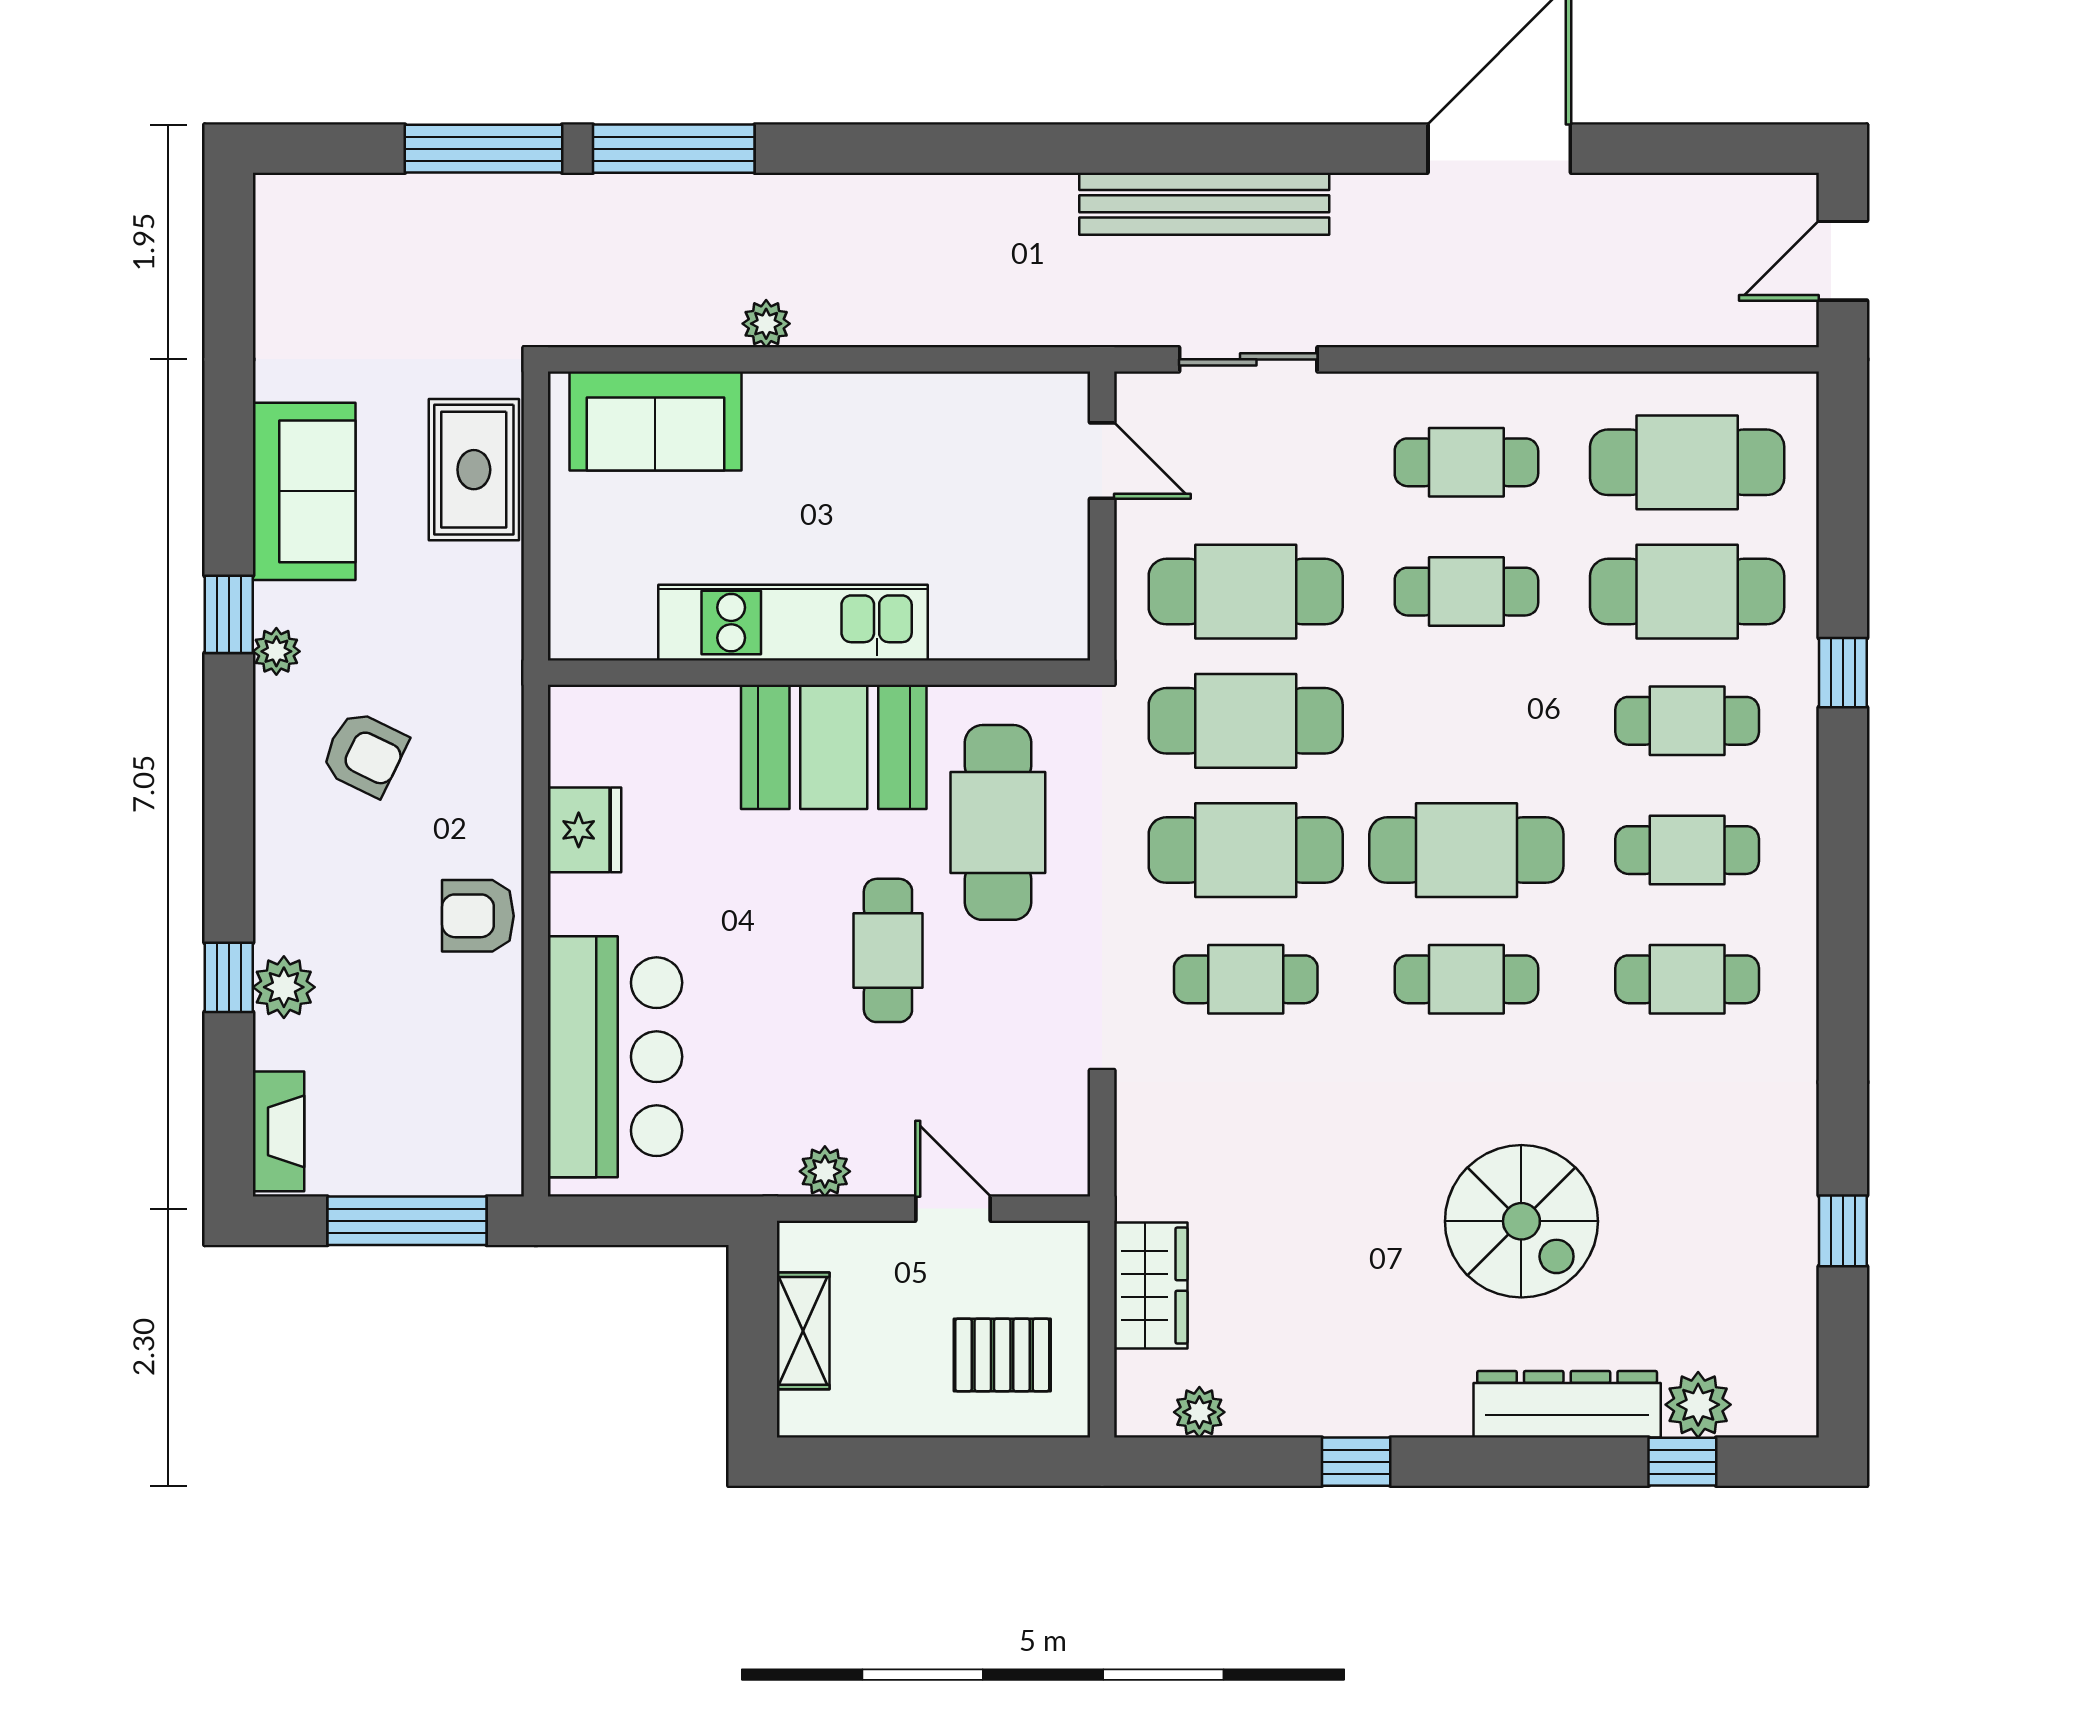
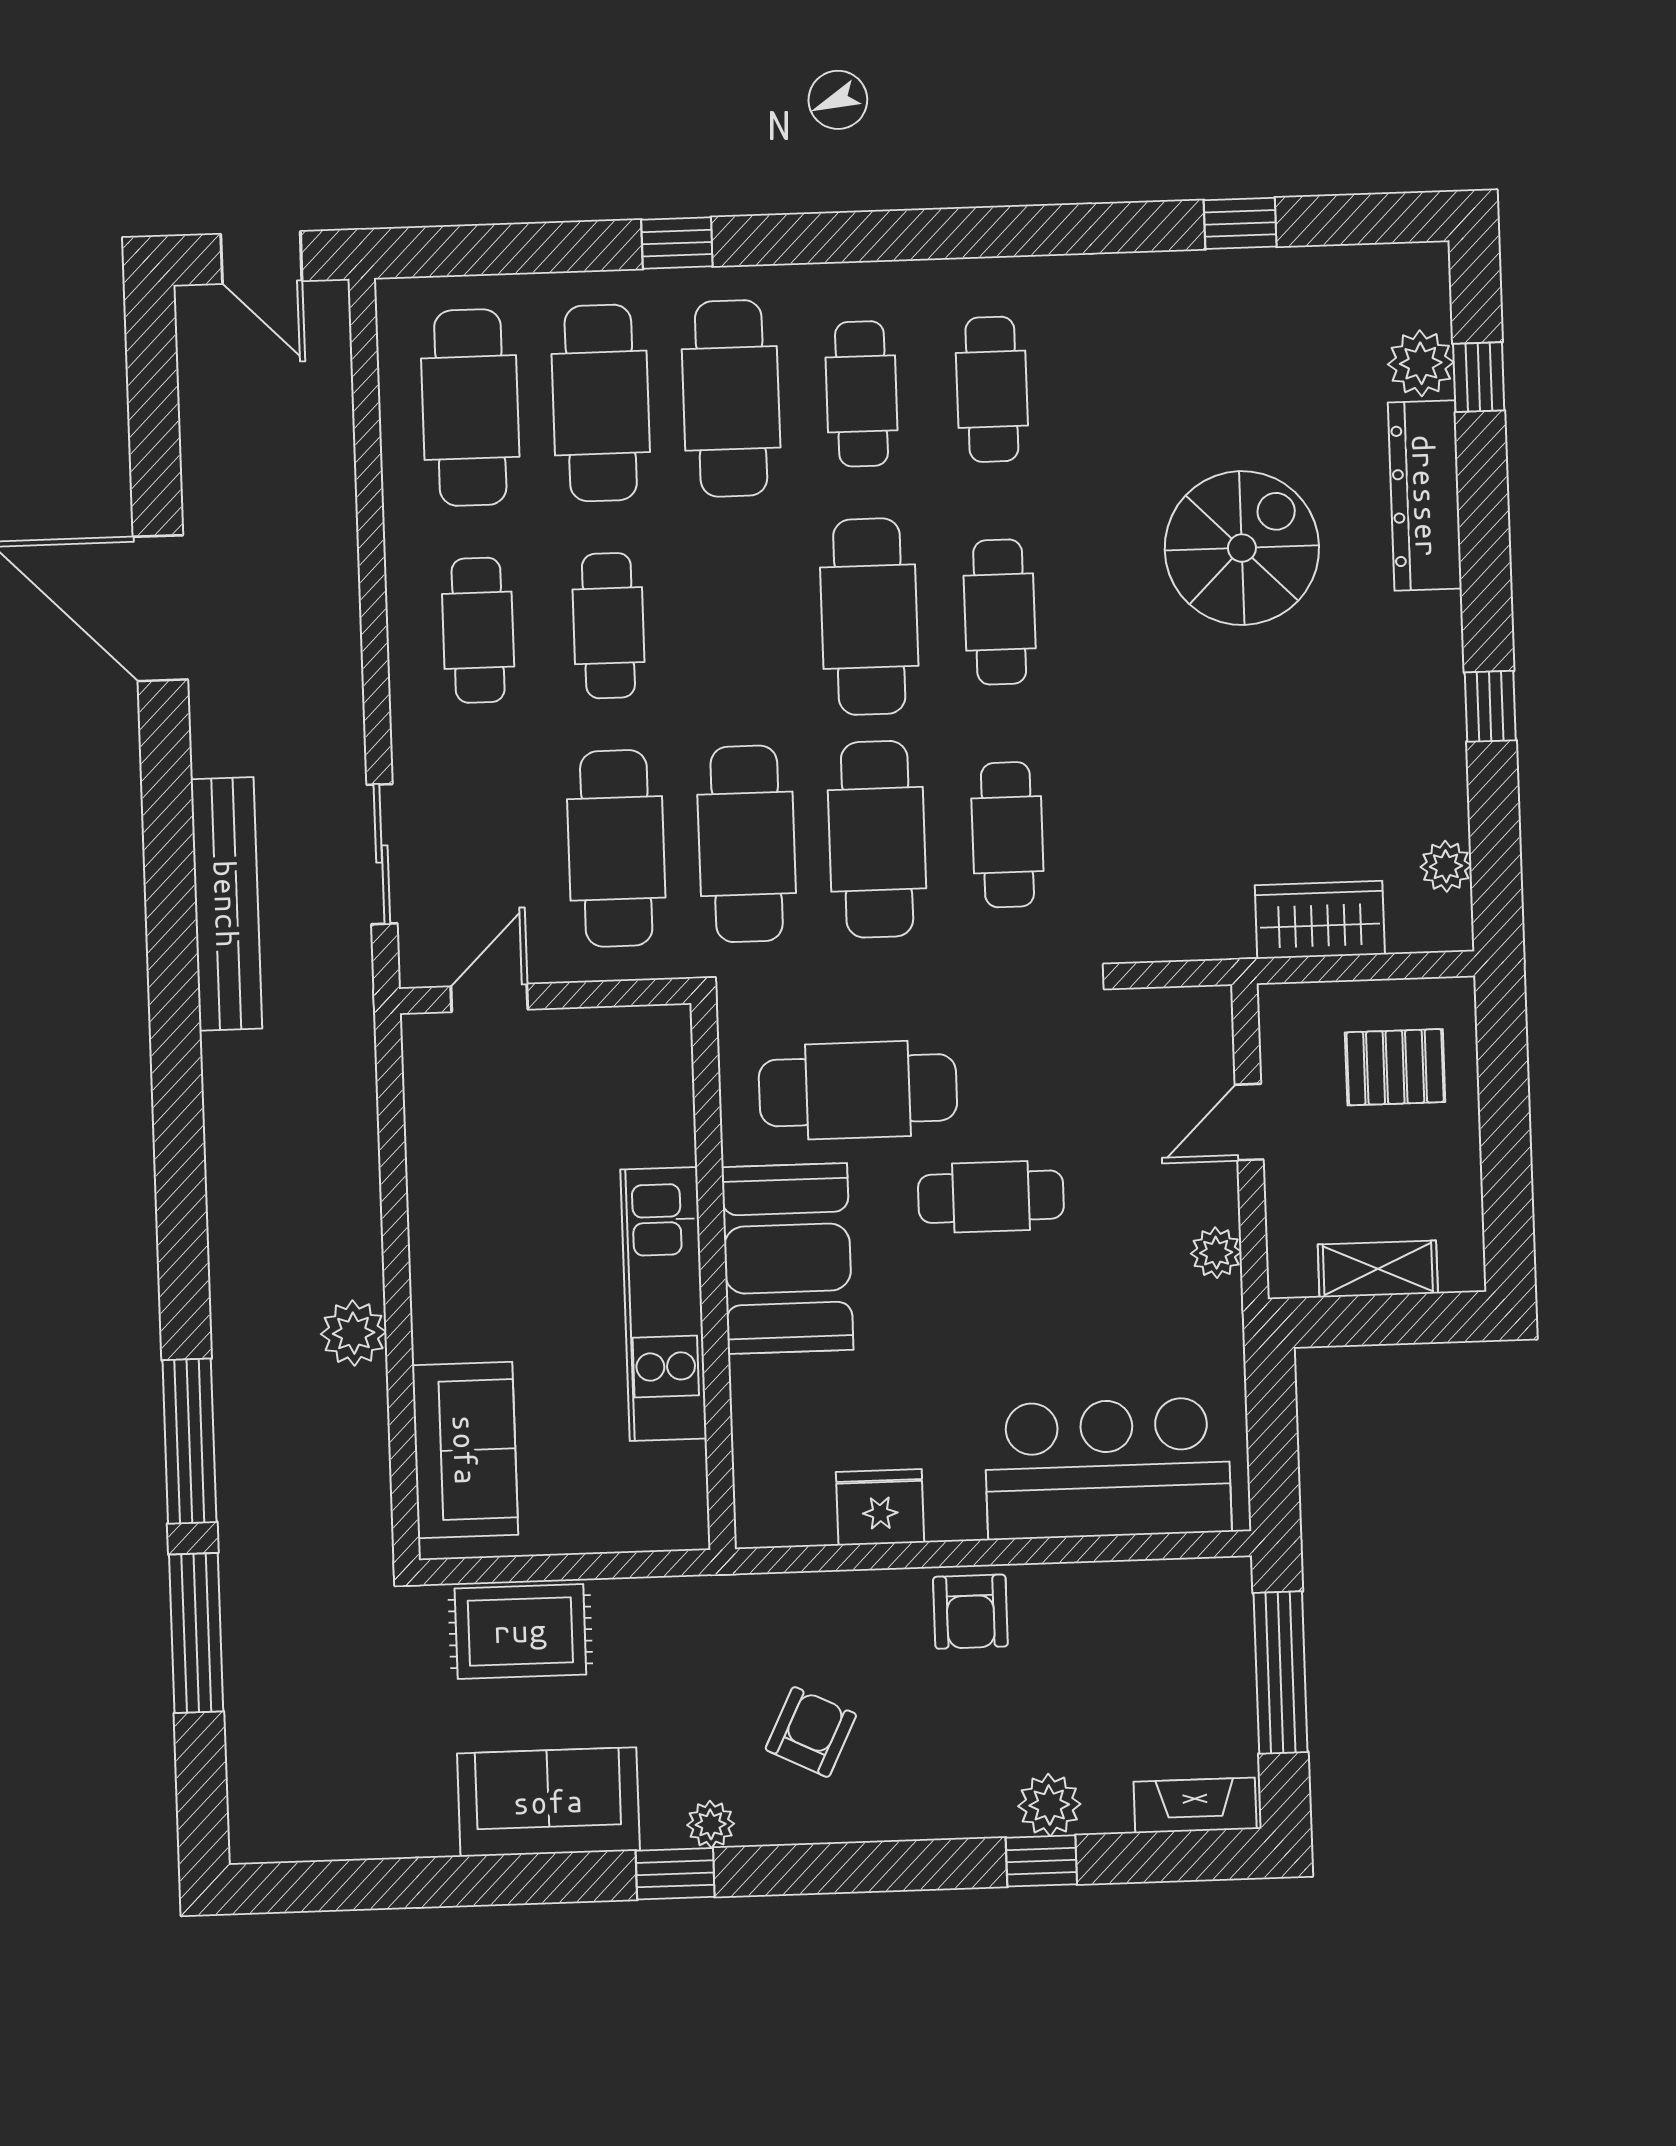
plant: (766, 324) -> (354, 1333), width x1.38, depth x1.38
cafe table: (1687, 721) -> (731, 398), width x1.37, depth x1.35
pallet: (1002, 1355) -> (1395, 1067), turned 90

